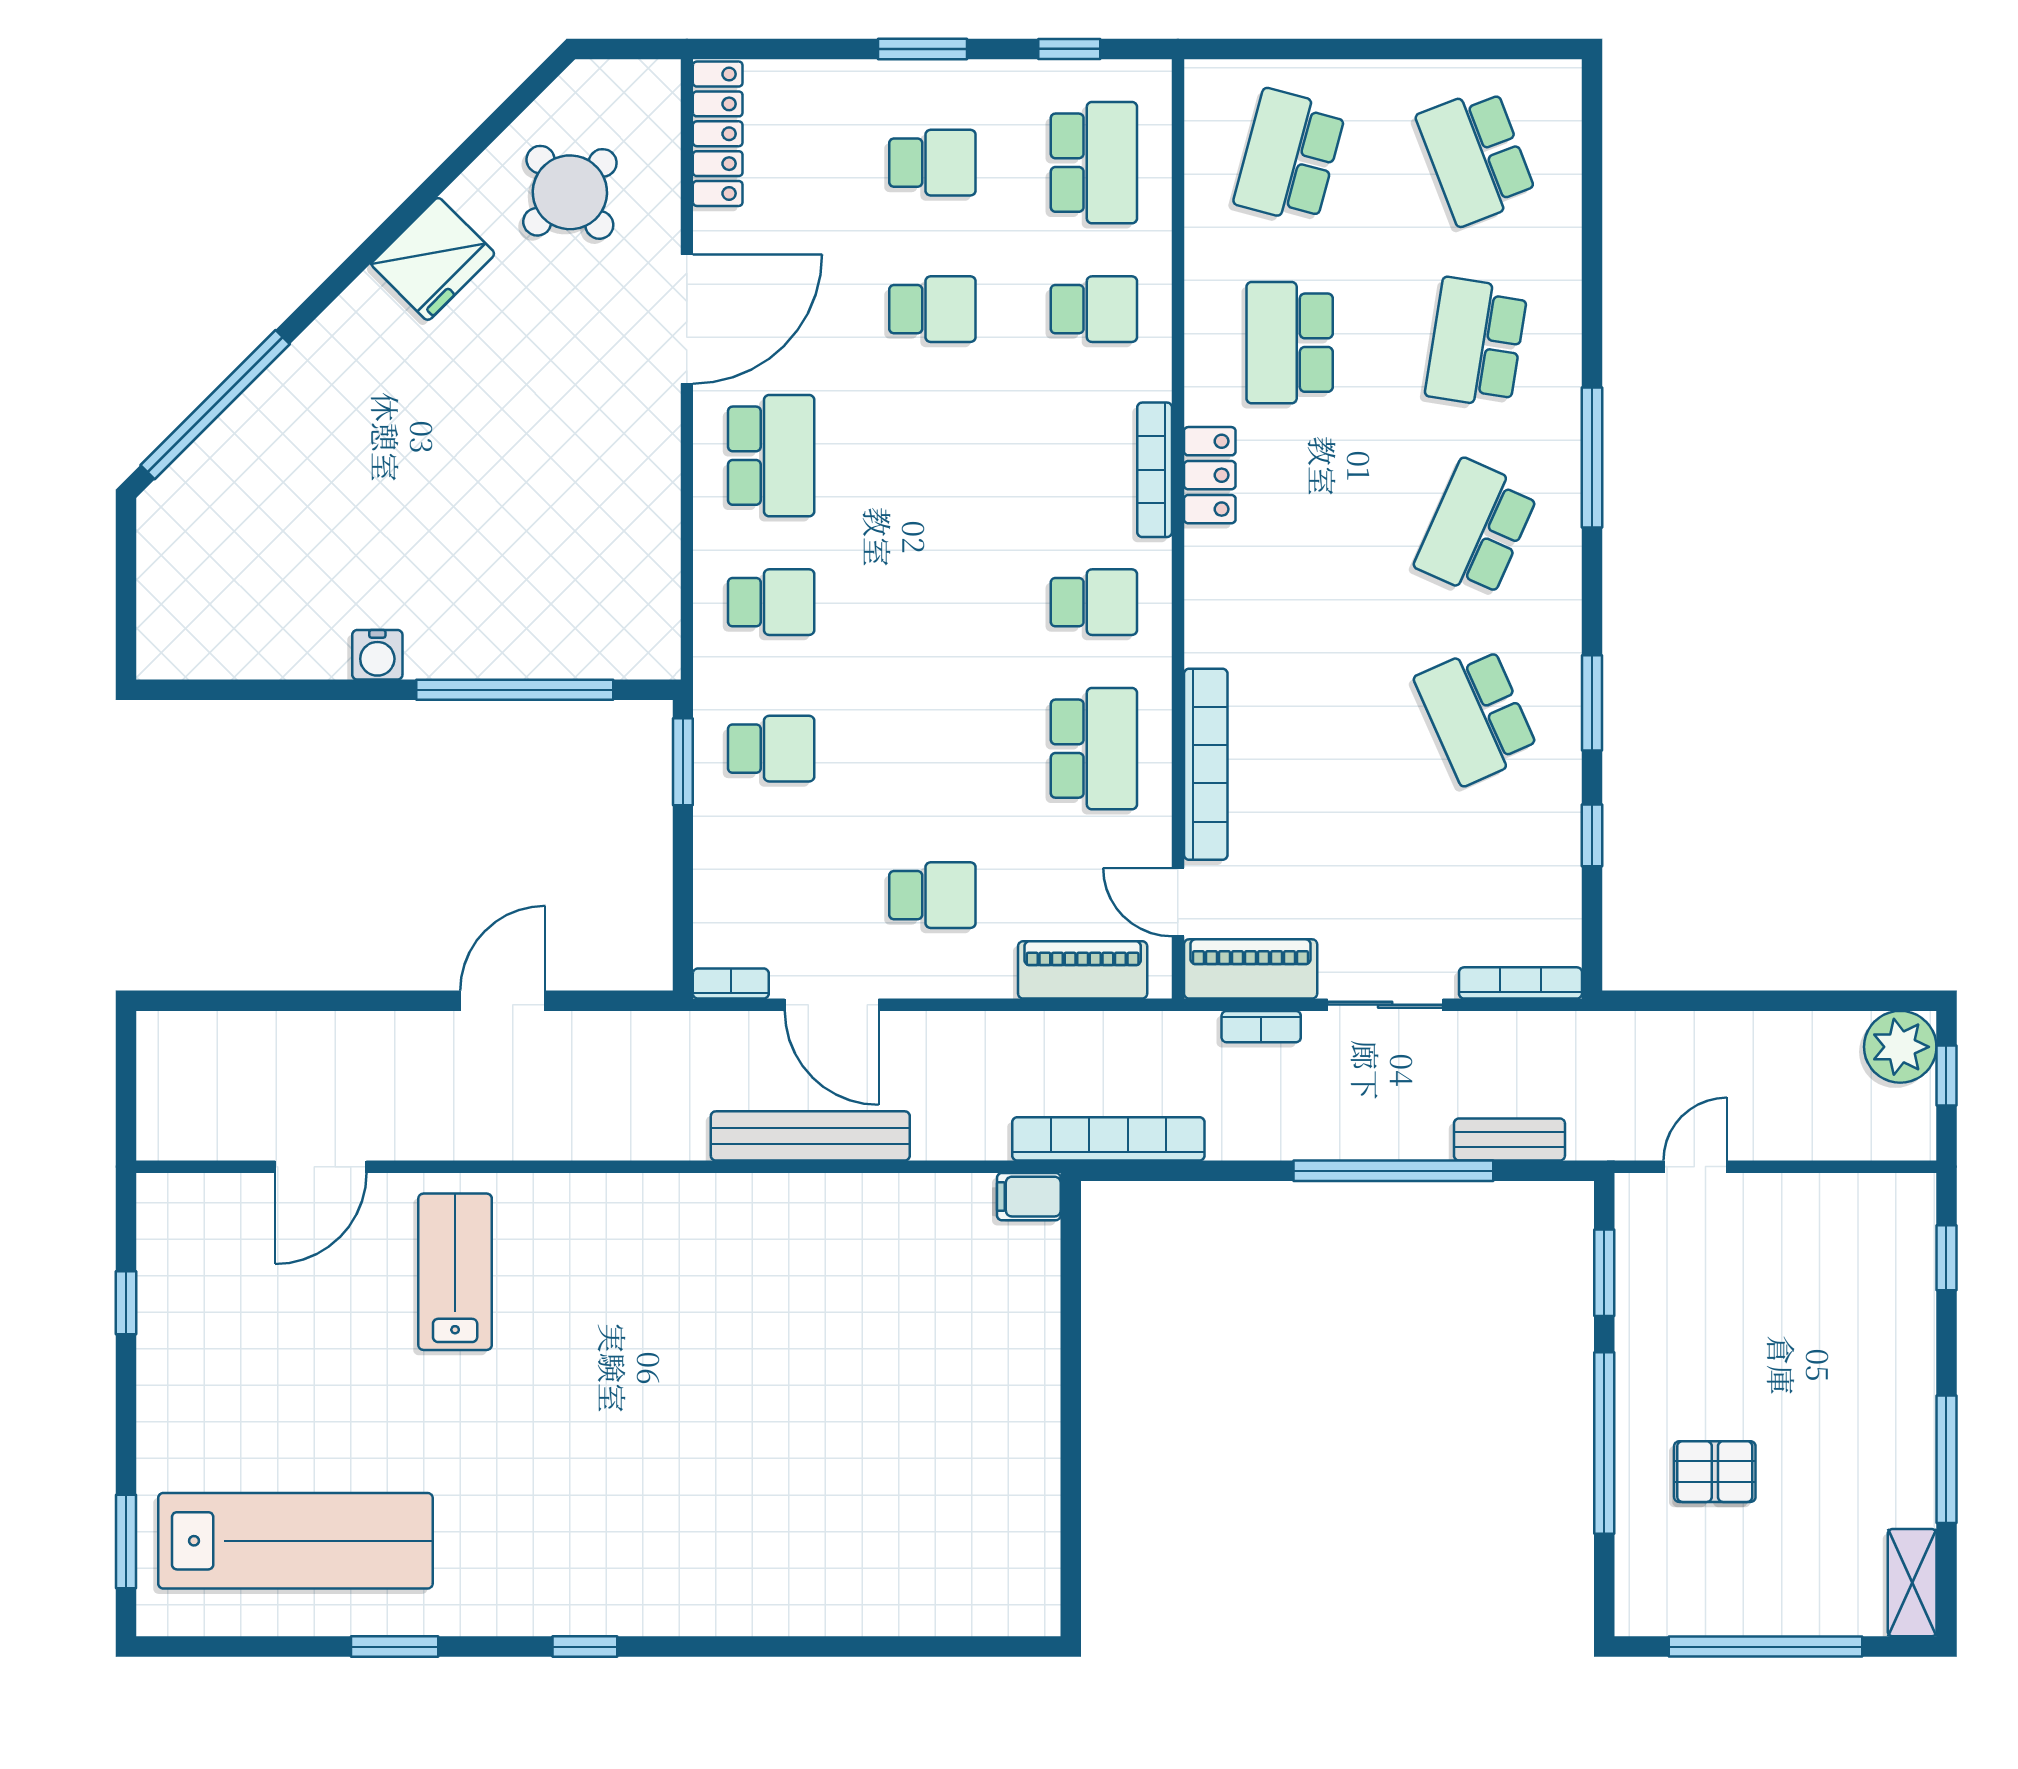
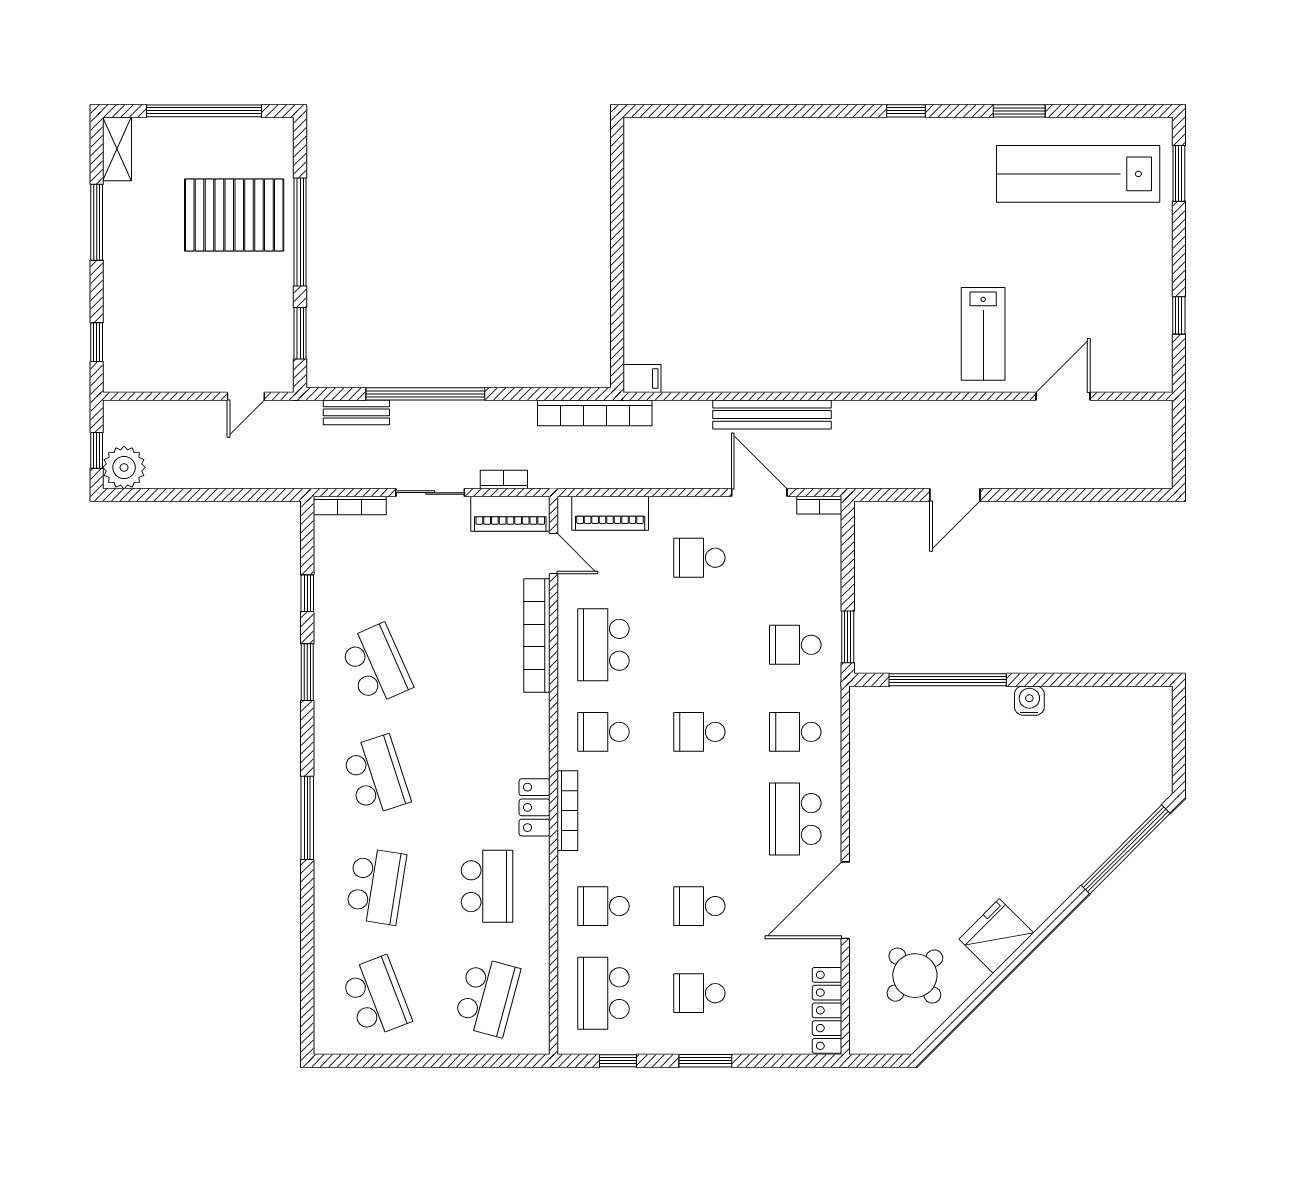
school desk: (1476, 529) -> (376, 775), turned -42
school desk: (932, 602) -> (699, 732), added
pallet: (1715, 1472) -> (234, 215), width x2.05, depth x2.00

